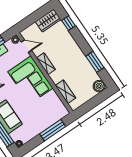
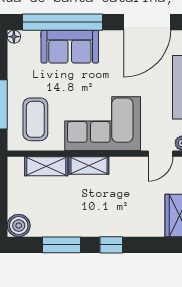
window: (68, 23) -> (111, 245), moved
shelving: (46, 64) -> (89, 165), moved
coffee table: (48, 110) -> (35, 119), added

